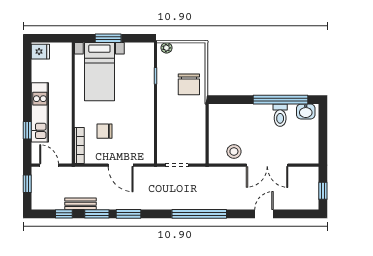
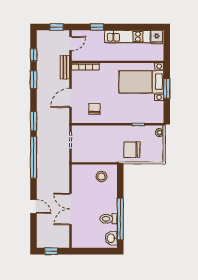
kitchen unit: (40, 112) -> (127, 37), moved
chair: (104, 131) -> (94, 109), moved
stool: (234, 151) -> (101, 177), moved
bench: (81, 204) -> (65, 67), moved
window: (128, 214) -> (34, 121), moved

